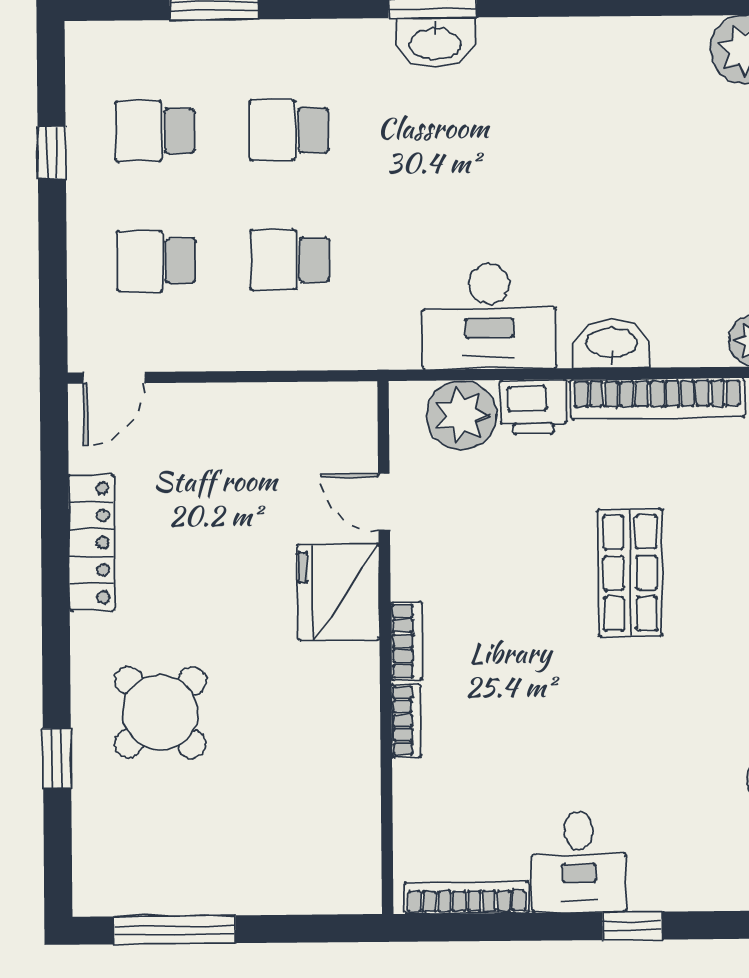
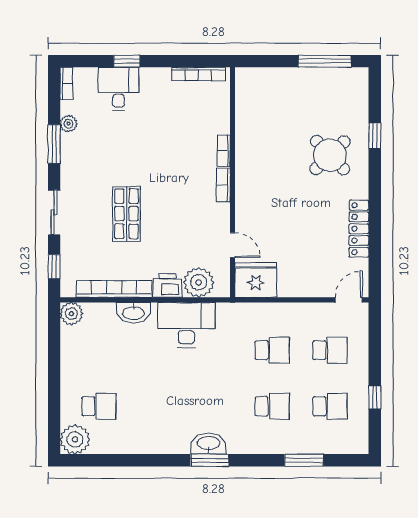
school desk: (690, 126) -> (99, 406), added
fridge: (339, 592) -> (256, 280), moved, turned -90
desk: (579, 862) -> (118, 89), moved

